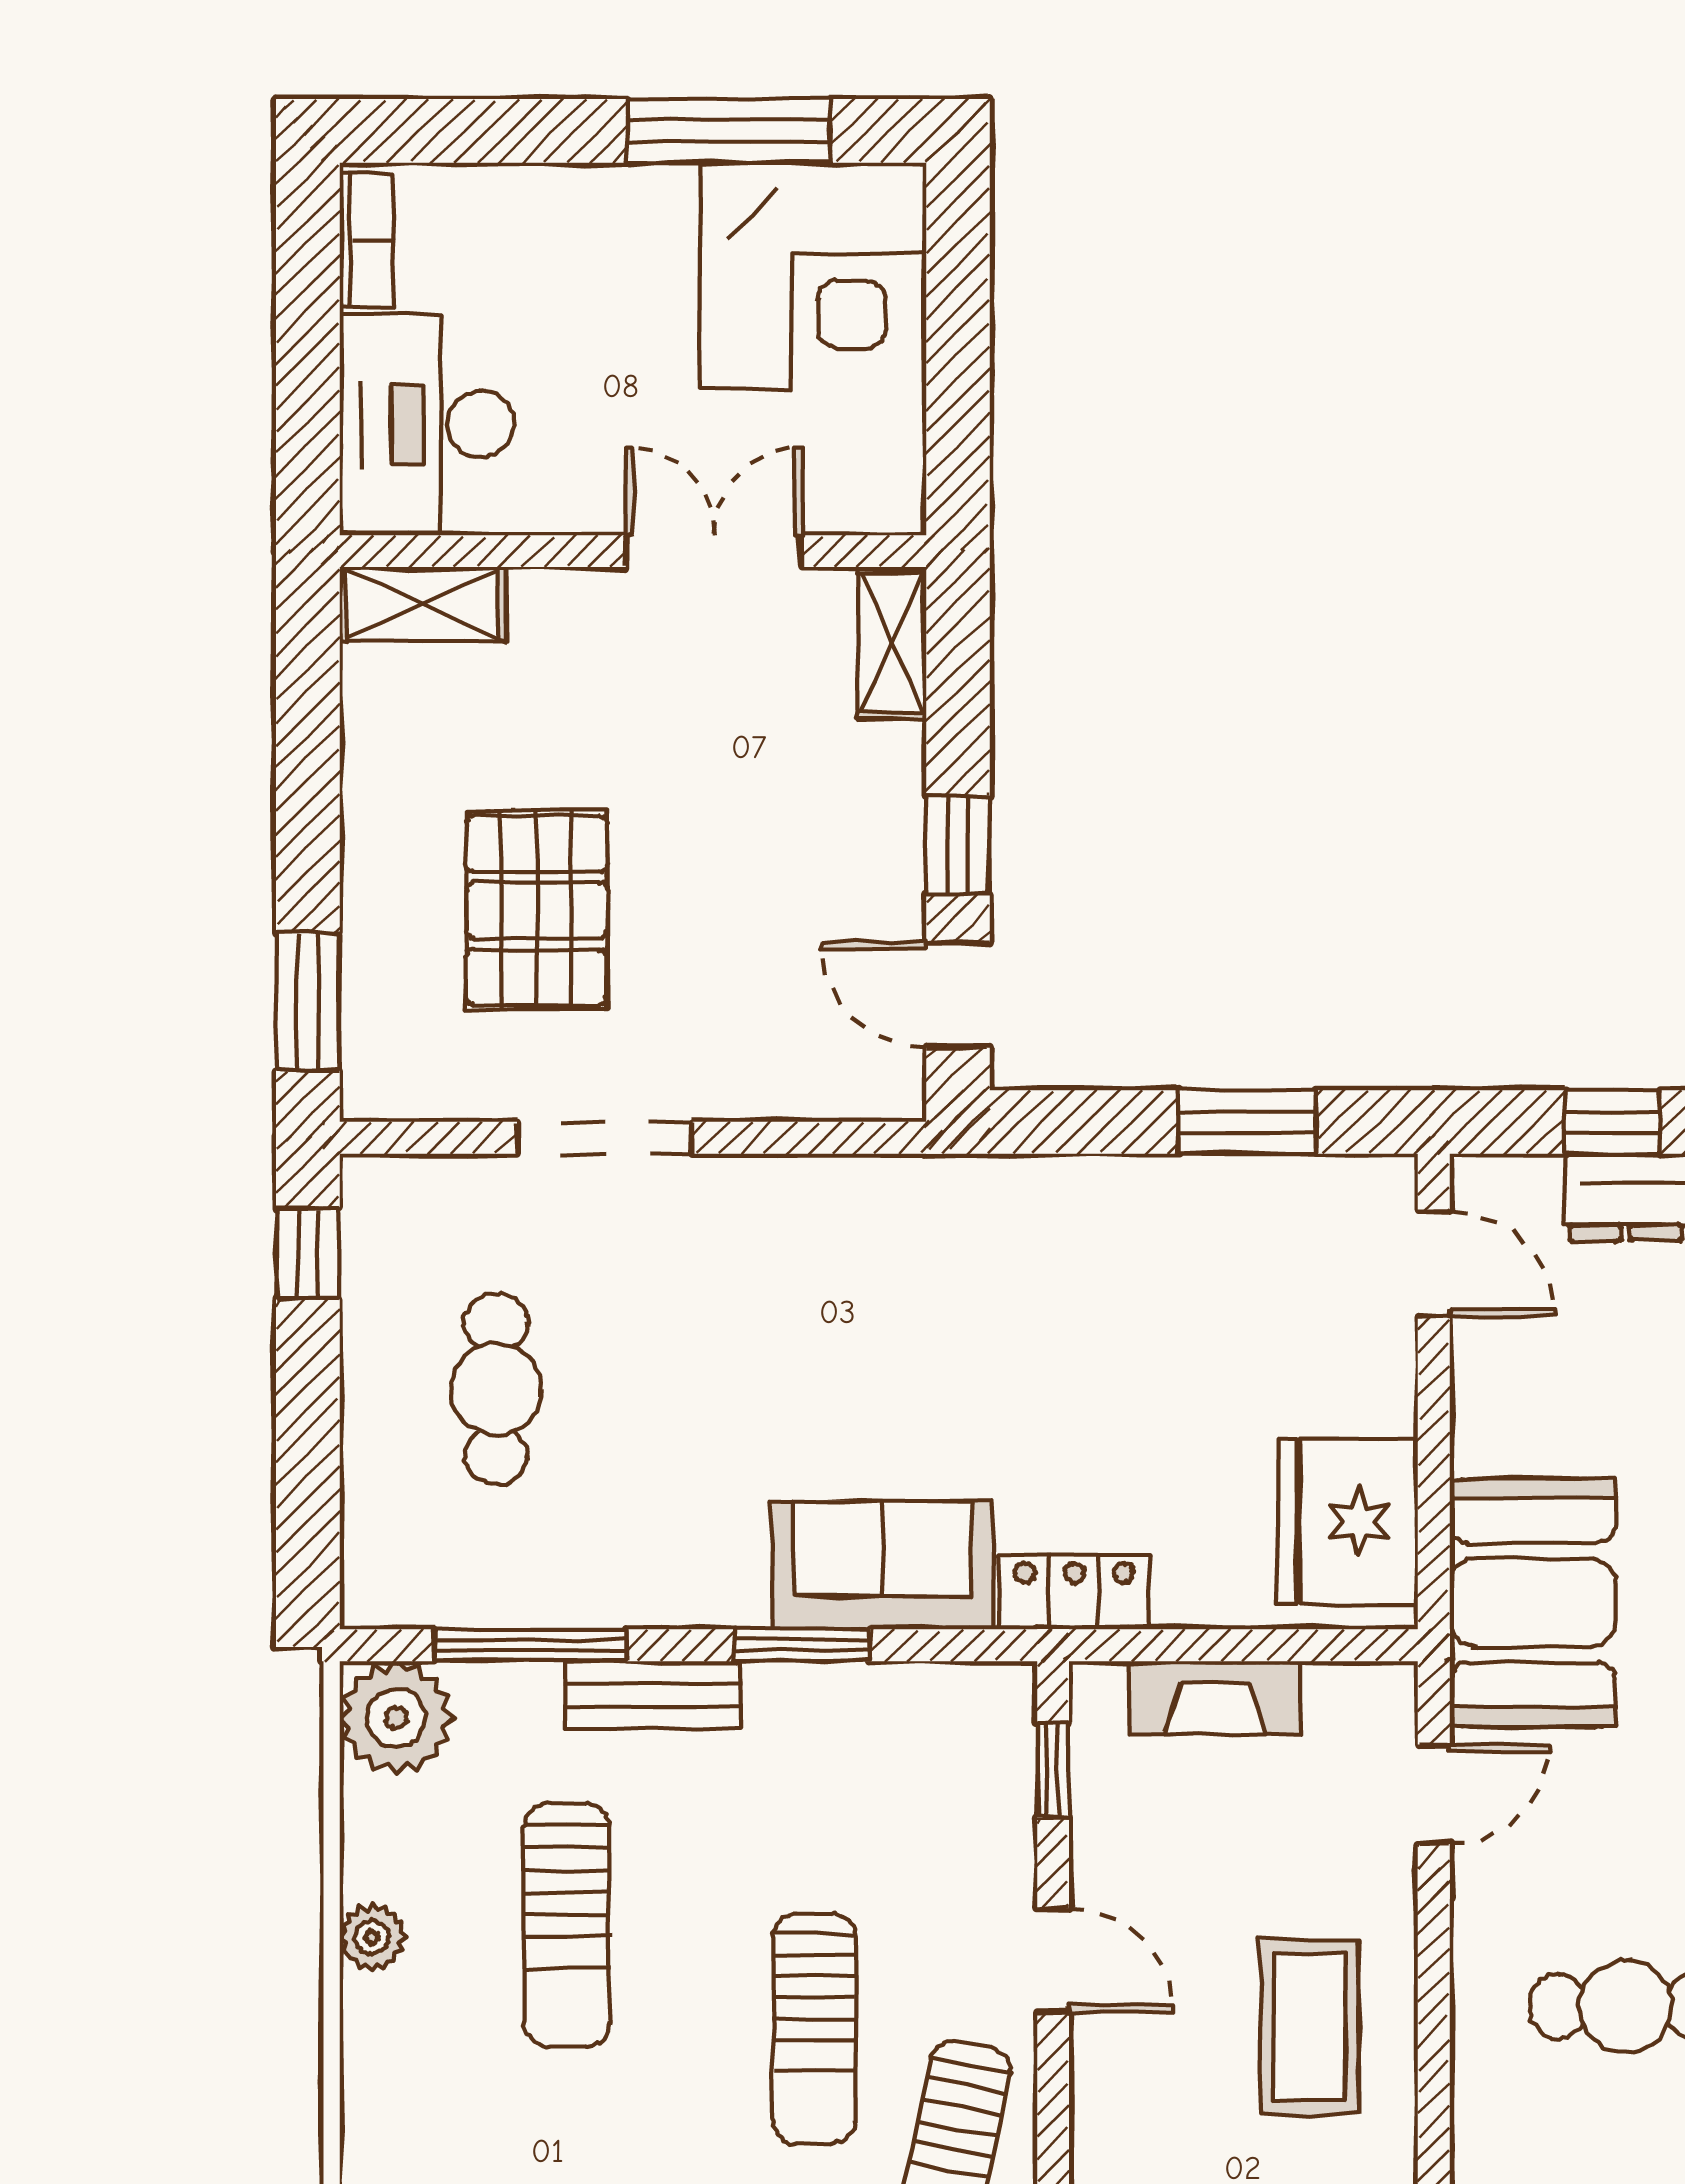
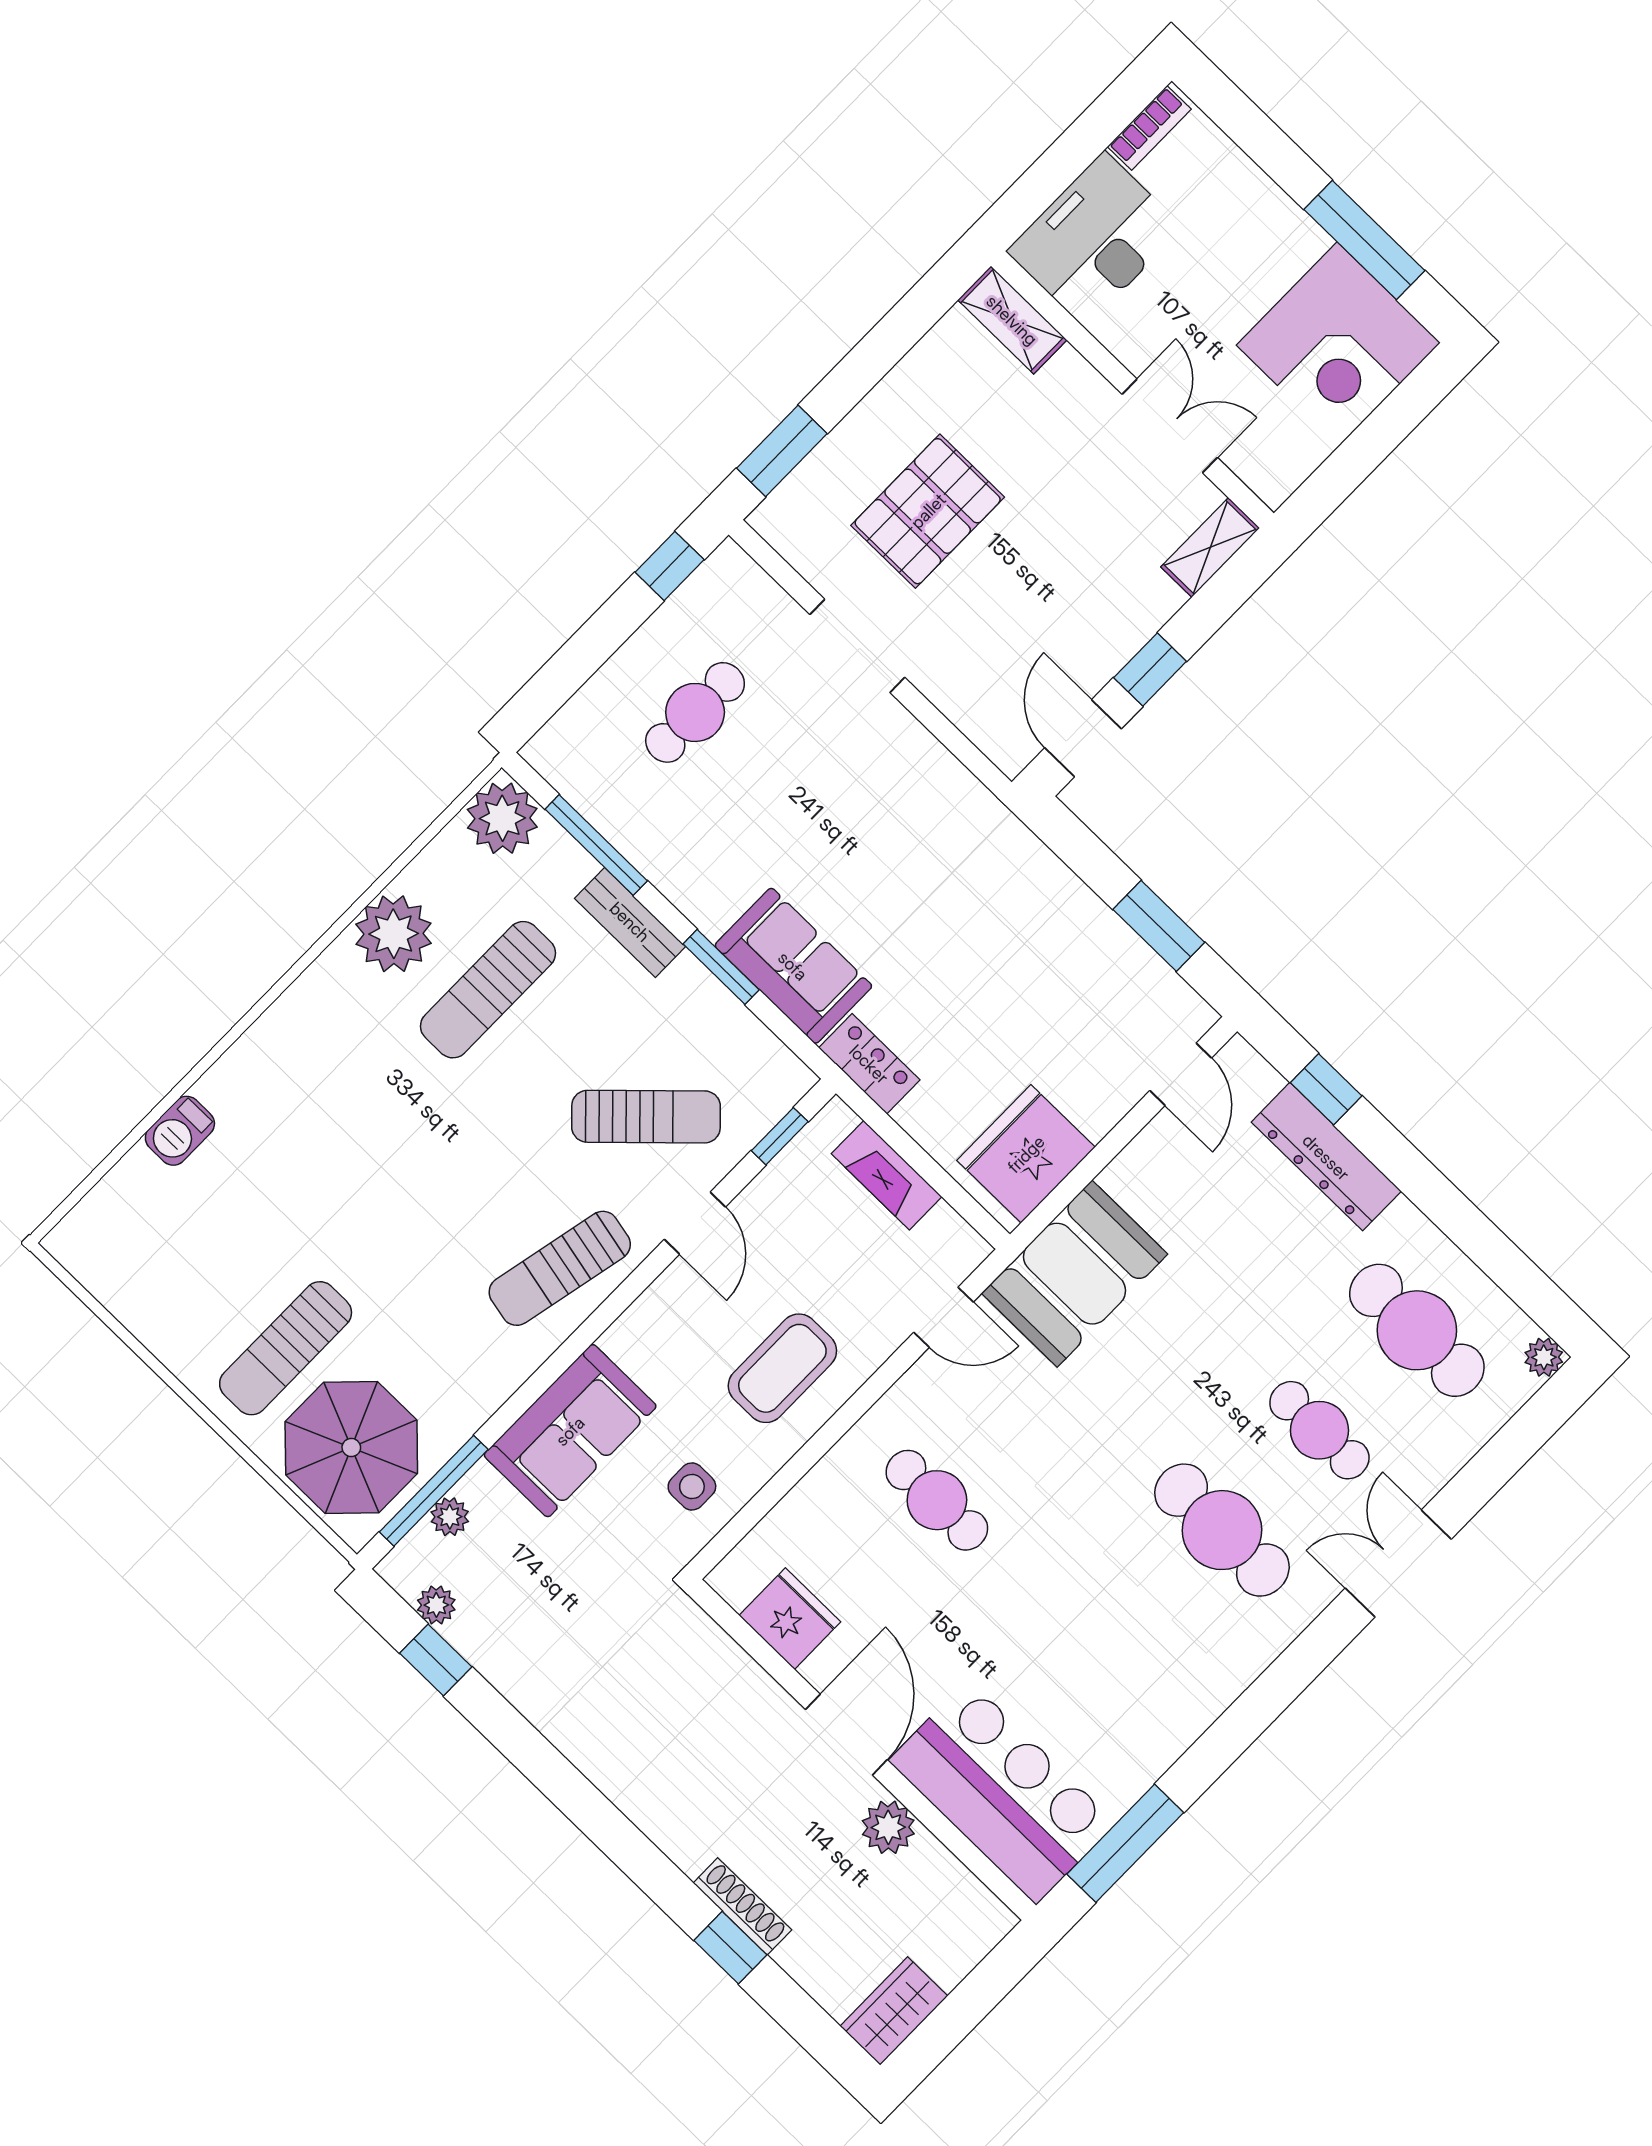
plant: (372, 1937) -> (394, 934), width x1.87, depth x1.87
sun lounger: (814, 2029) -> (646, 1117), moved, turned -134

